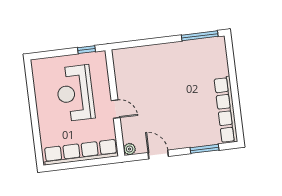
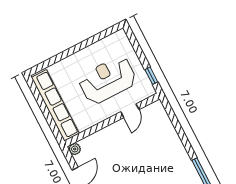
door: (116, 109) -> (130, 111), moved

